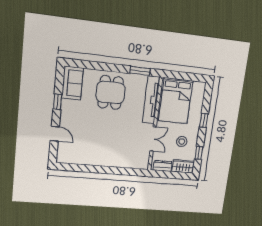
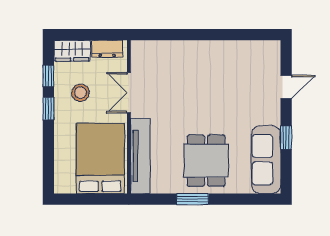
window: (140, 71) -> (193, 199), moved
sofa: (72, 83) -> (266, 160), width x1.36
window: (204, 120) -> (48, 109), moved
door: (55, 134) -> (286, 87), swing flipped

